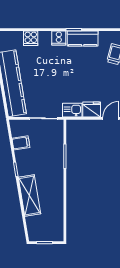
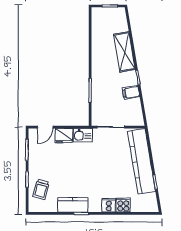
cooker: (59, 38) -> (109, 205), moved
filing cabinet: (21, 143) -> (131, 92), moved

